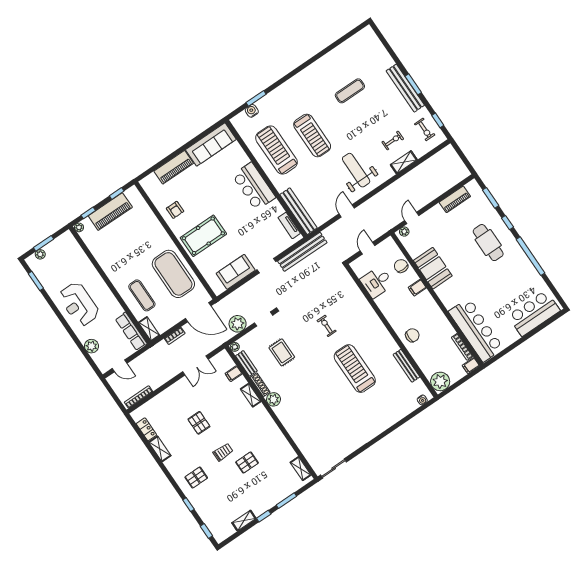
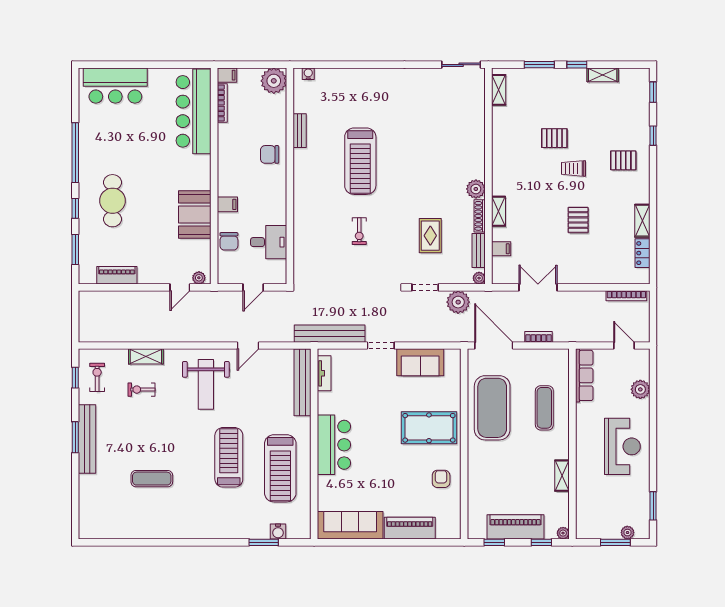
shelving: (149, 329) -> (562, 476), moved
bench: (407, 366) -> (300, 131), width x0.73

